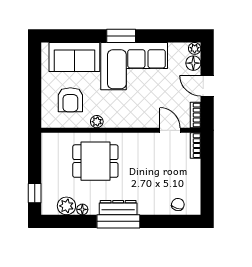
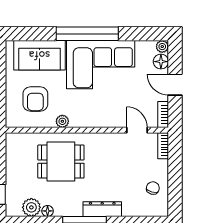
window: (121, 36) -> (87, 34), width x2.11
chair: (178, 204) -> (153, 188), moved
dresser: (118, 208) -> (102, 209), moved

